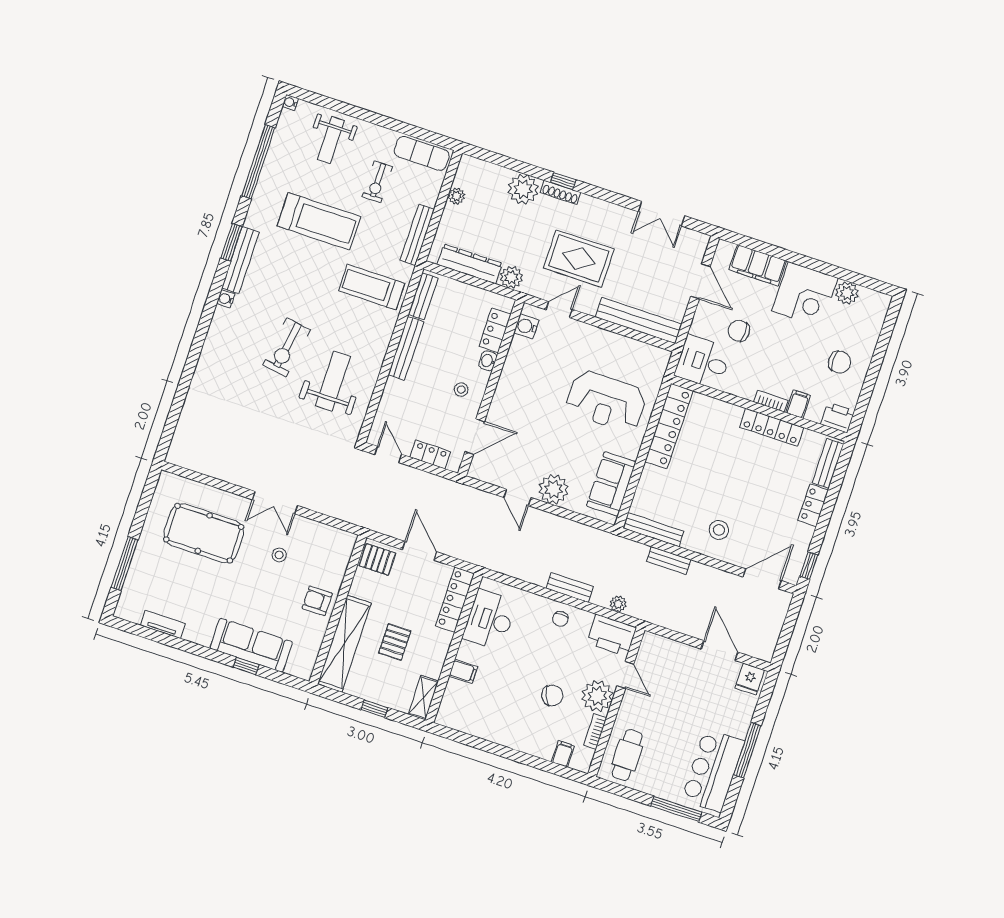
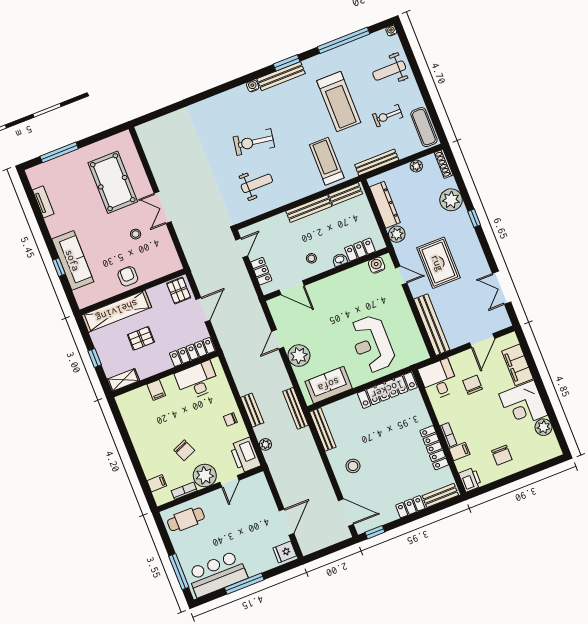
shoe rack: (560, 192) -> (444, 164), moved
weight bench: (333, 381) -> (257, 183), width x0.73, depth x0.75
bench: (669, 560) -> (296, 408), moved, width x1.36

